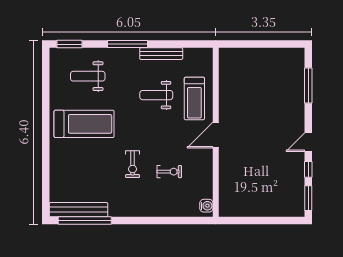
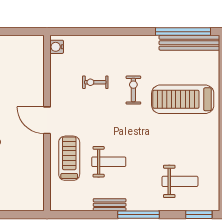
bench: (161, 54) -> (110, 205), width x0.73
treadmill: (84, 124) -> (183, 99), moved
door: (216, 135) -> (47, 120), swing flipped

